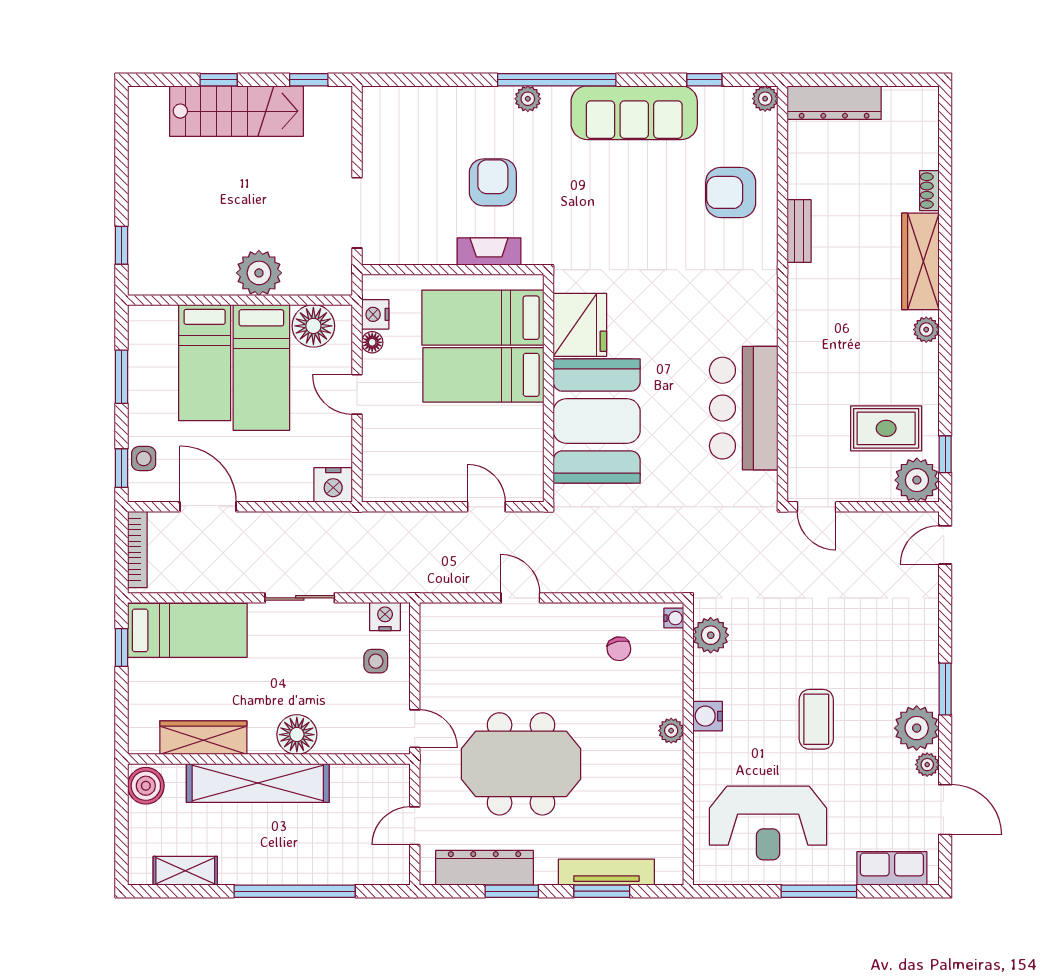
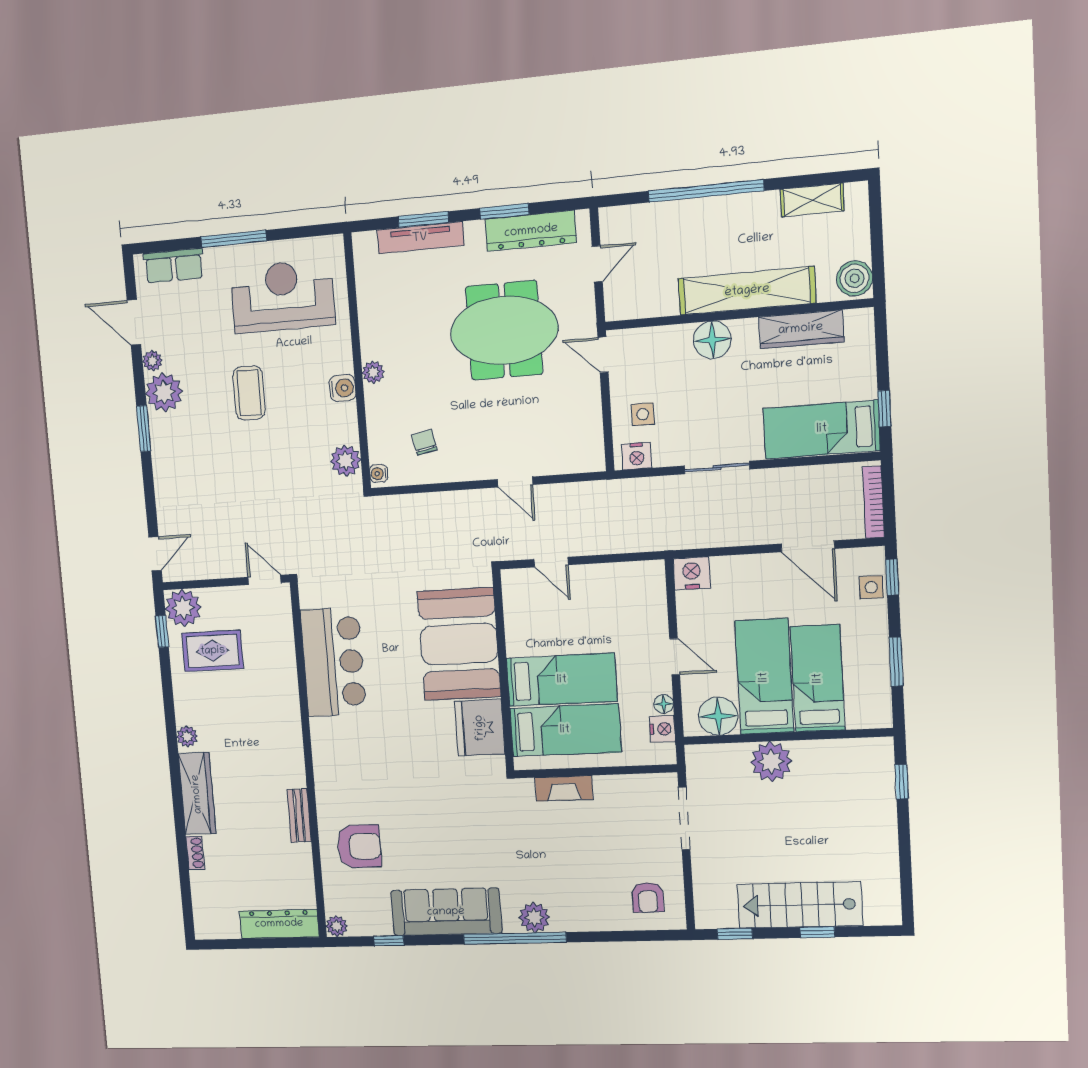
plant: (528, 99) -> (534, 918), width x1.38, depth x1.38
armchair: (493, 182) -> (648, 897), moved, width x0.72, depth x0.72

